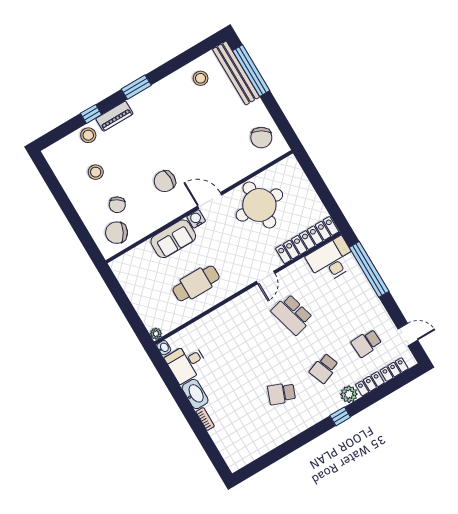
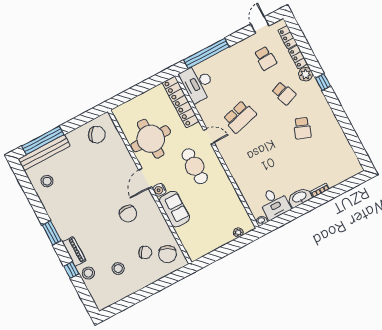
cafe table: (196, 283) -> (195, 166), moved
plant: (156, 334) -> (238, 232), moved

